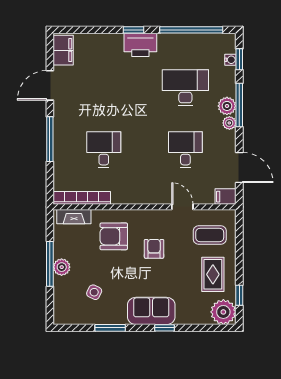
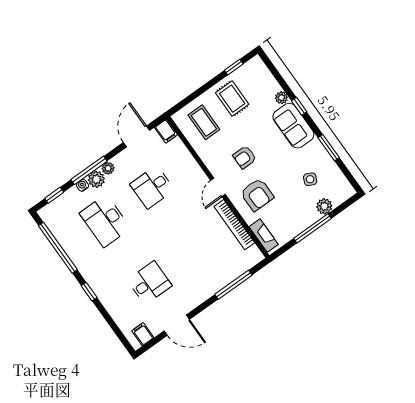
printer: (140, 45) -> (97, 278), removed
filing cabinet: (63, 50) -> (143, 334), width x0.50
water cooler: (230, 60) -> (82, 185), moved
window: (50, 139) -> (233, 285), moved
desk: (104, 150) -> (149, 283), moved, turned 180
bookcase: (82, 198) -> (234, 225), moved
door: (182, 207) -> (218, 187), moved
plant: (62, 267) -> (324, 206), moved
rug: (213, 274) -> (232, 99), turned 90
plant: (223, 312) -> (281, 98), moved, width x0.53, depth x0.53

